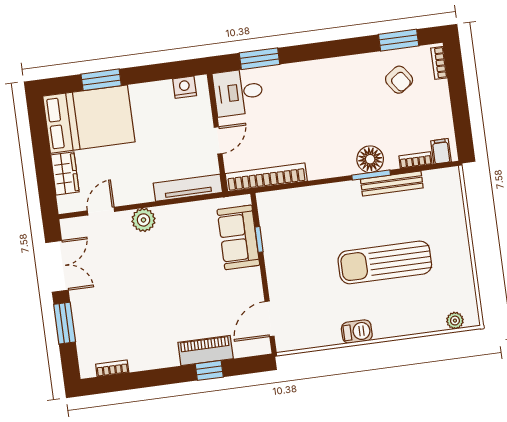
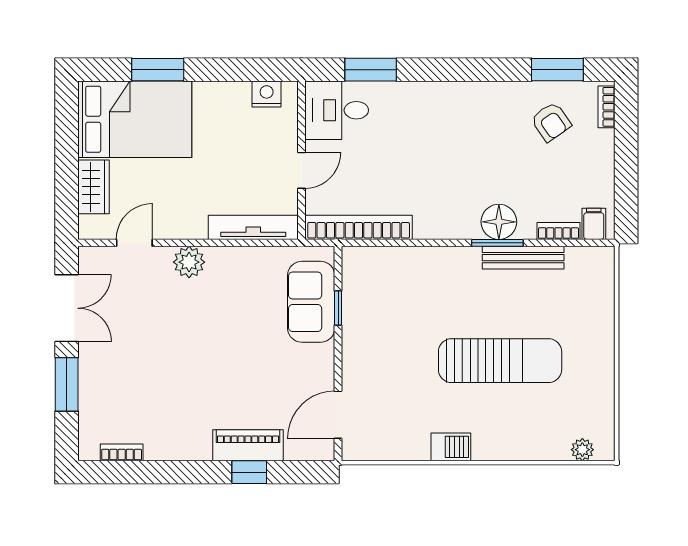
sun lounger: (385, 262) -> (500, 361), turned 180

